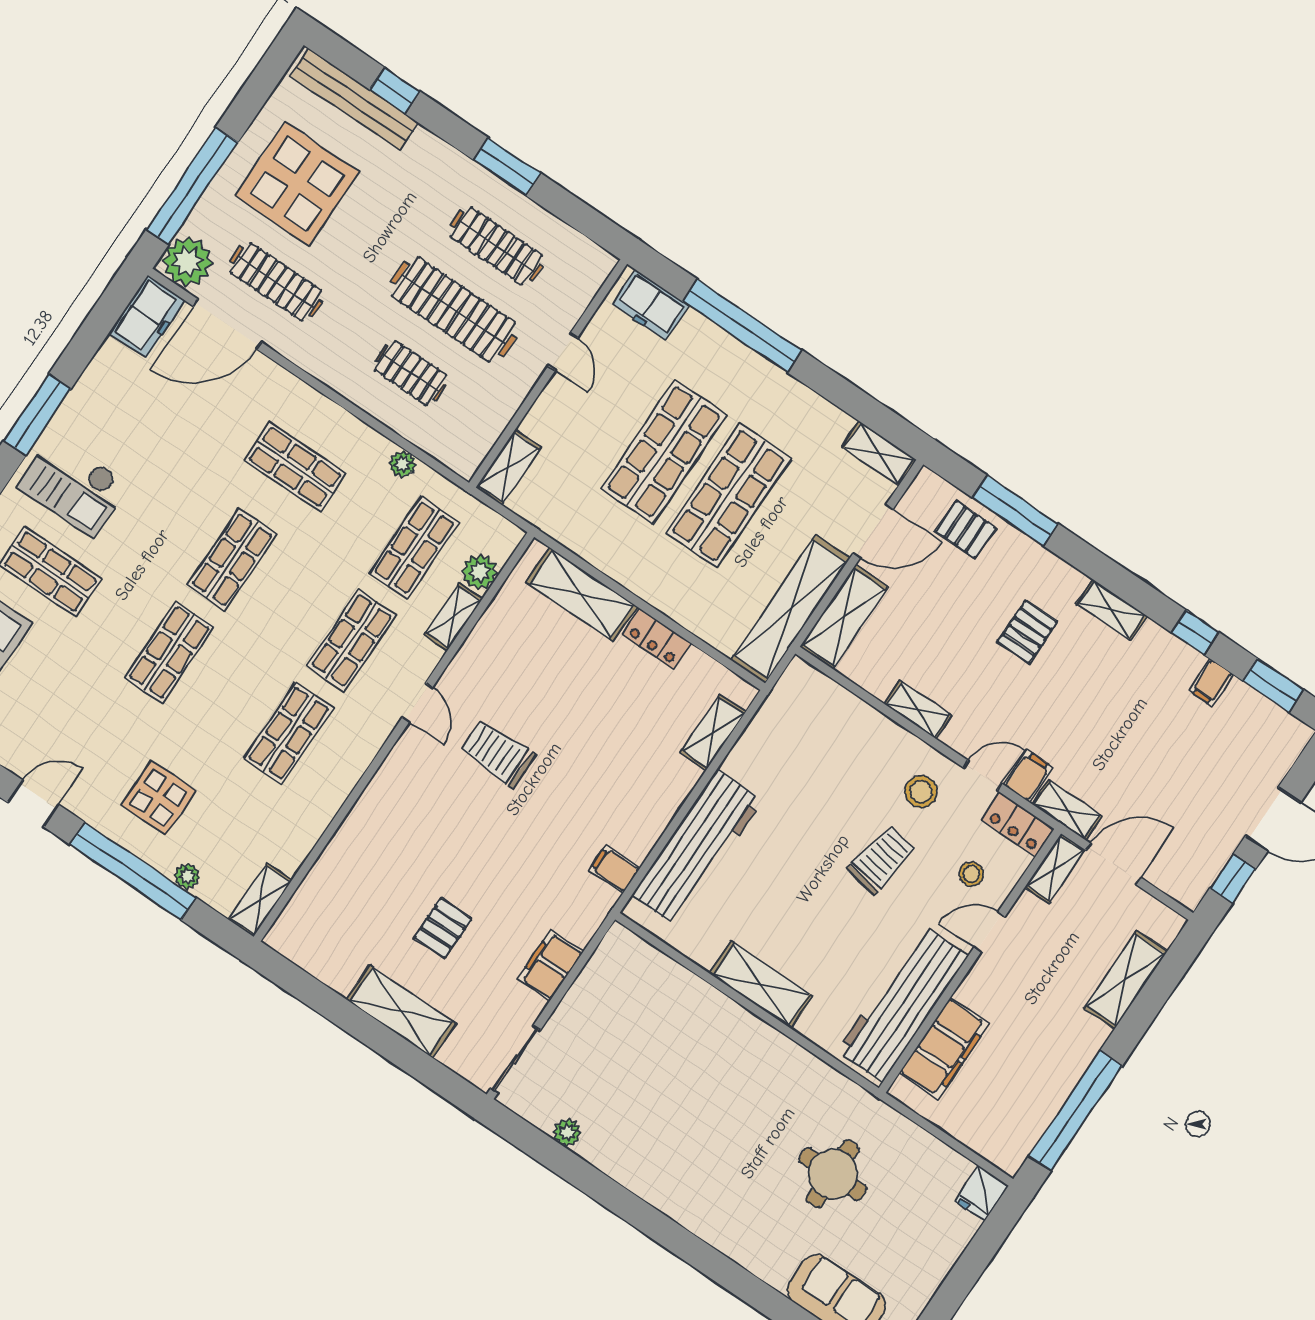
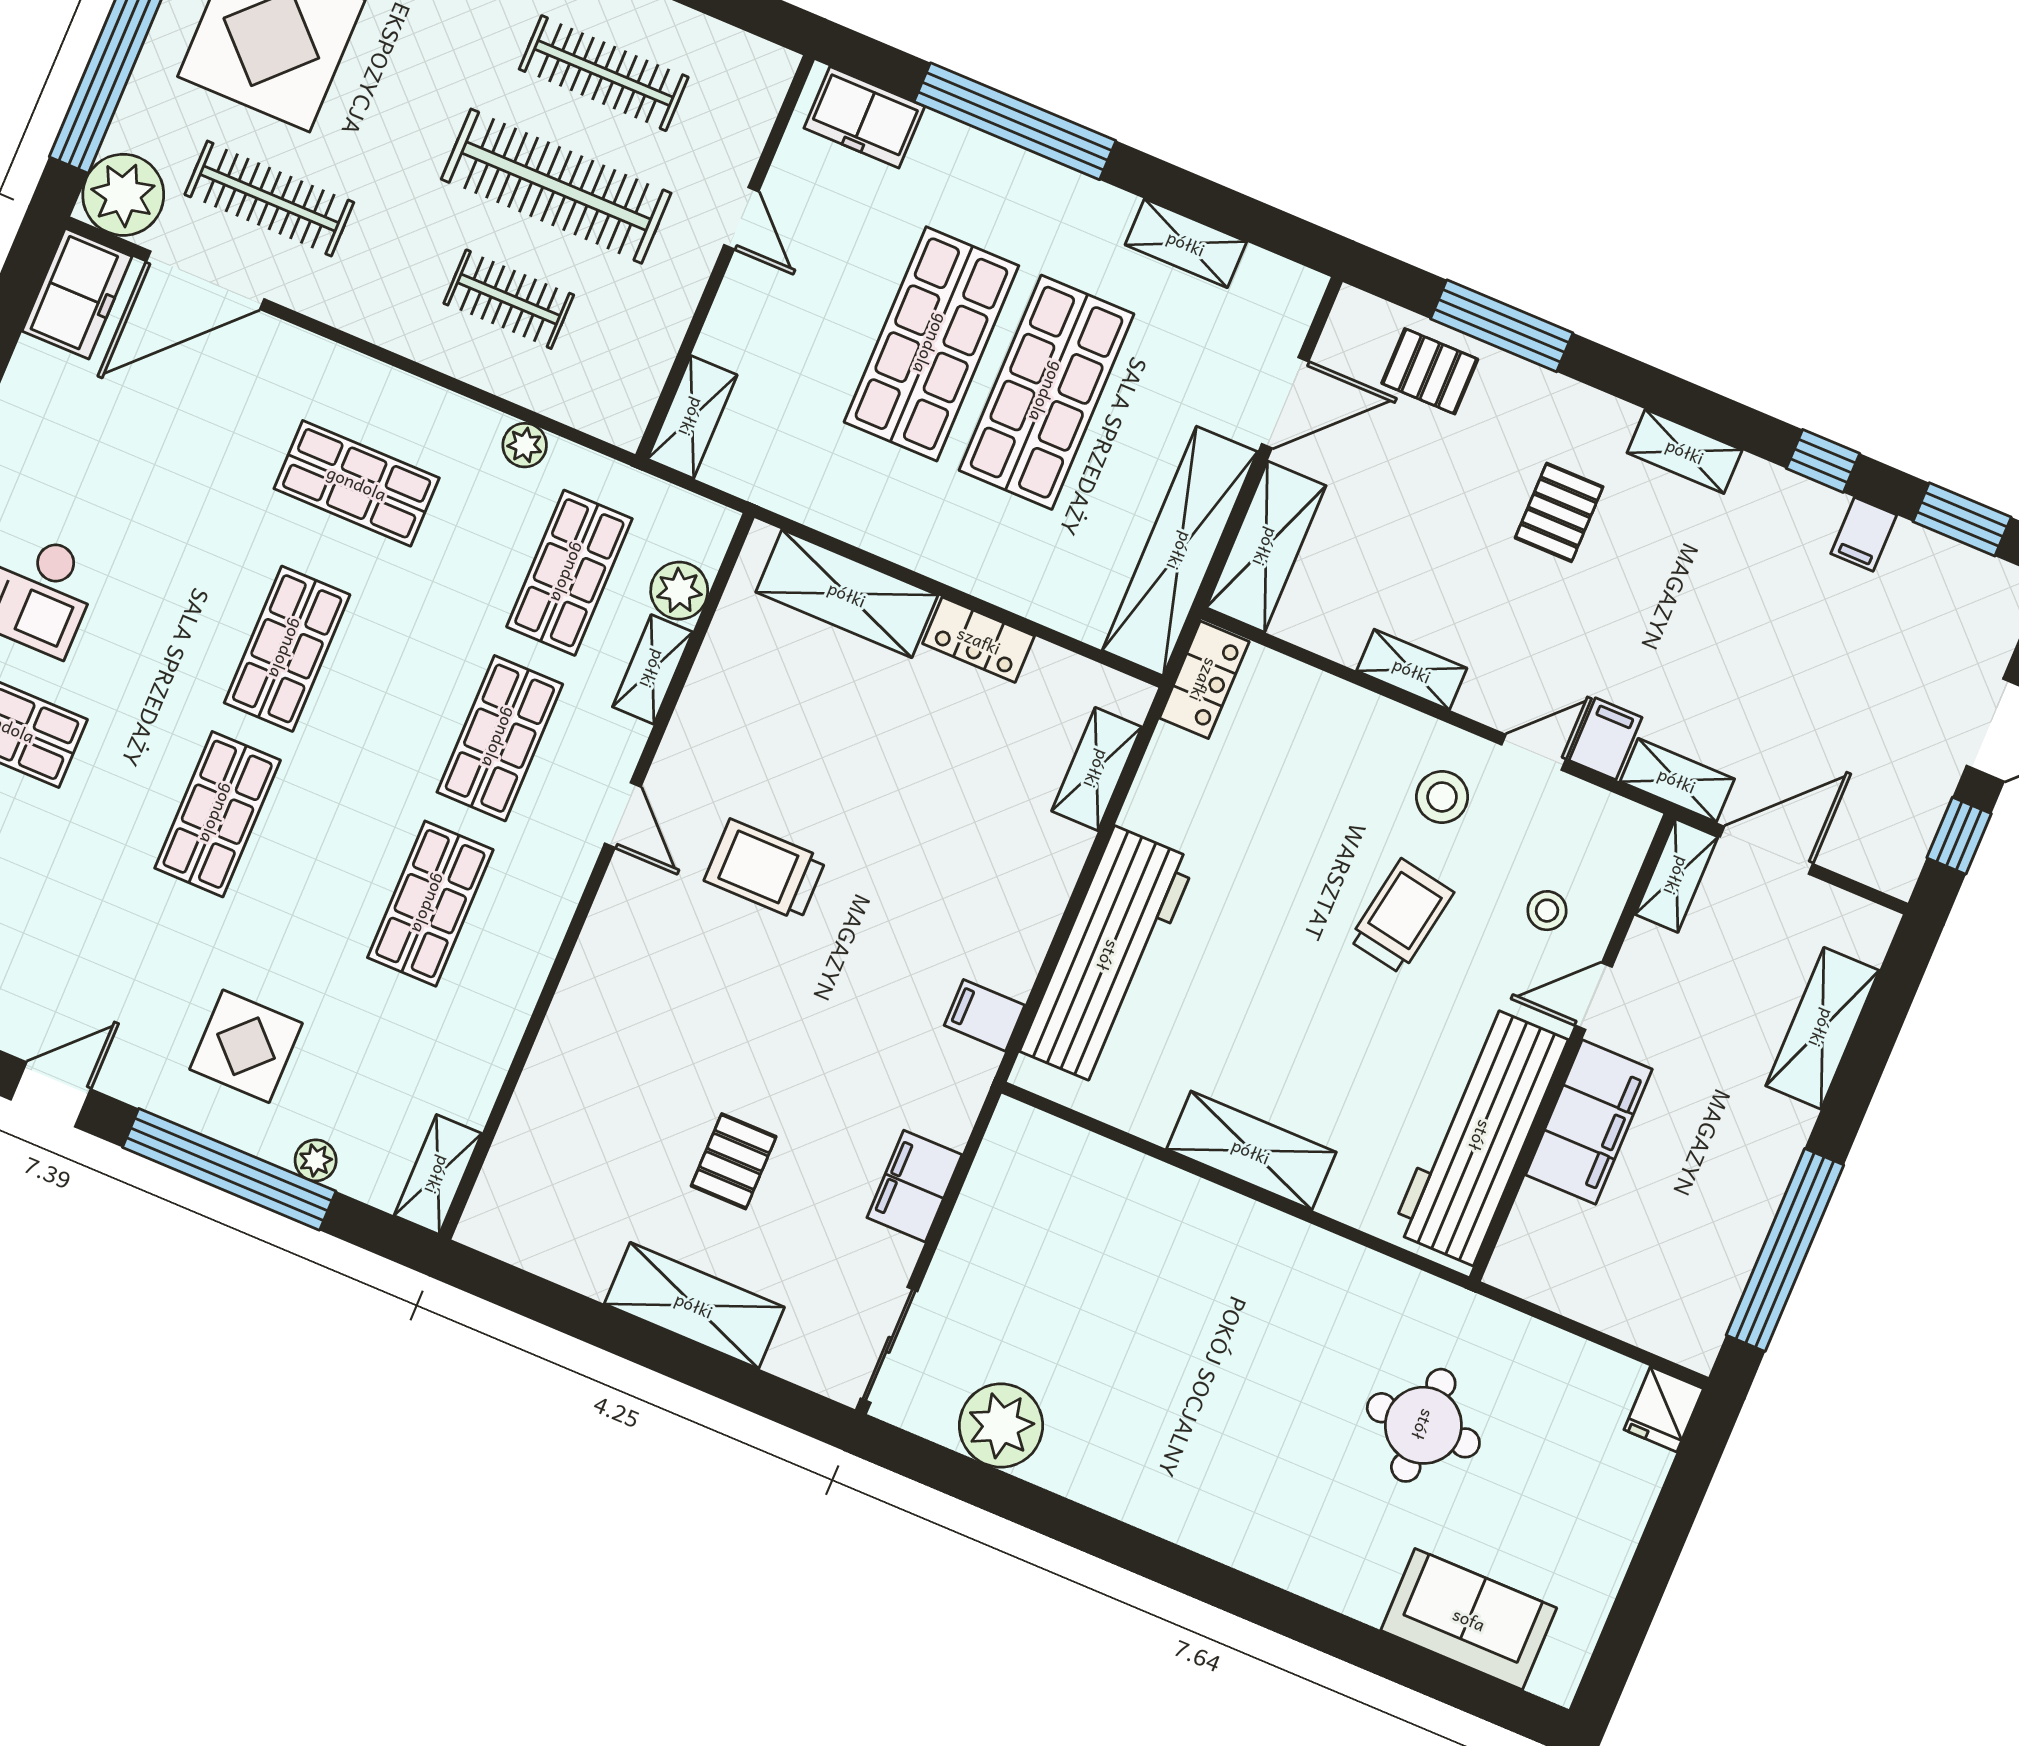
shelving: (879, 453) -> (1186, 243), moved
locker: (1018, 824) -> (1204, 680), moved, turned -90
filing cabinet: (944, 1048) -> (1589, 1122), moved
plant: (567, 1132) -> (1001, 1426), width x1.88, depth x1.88

